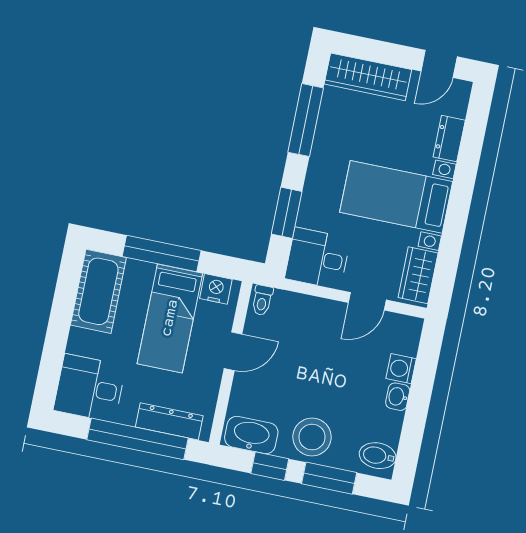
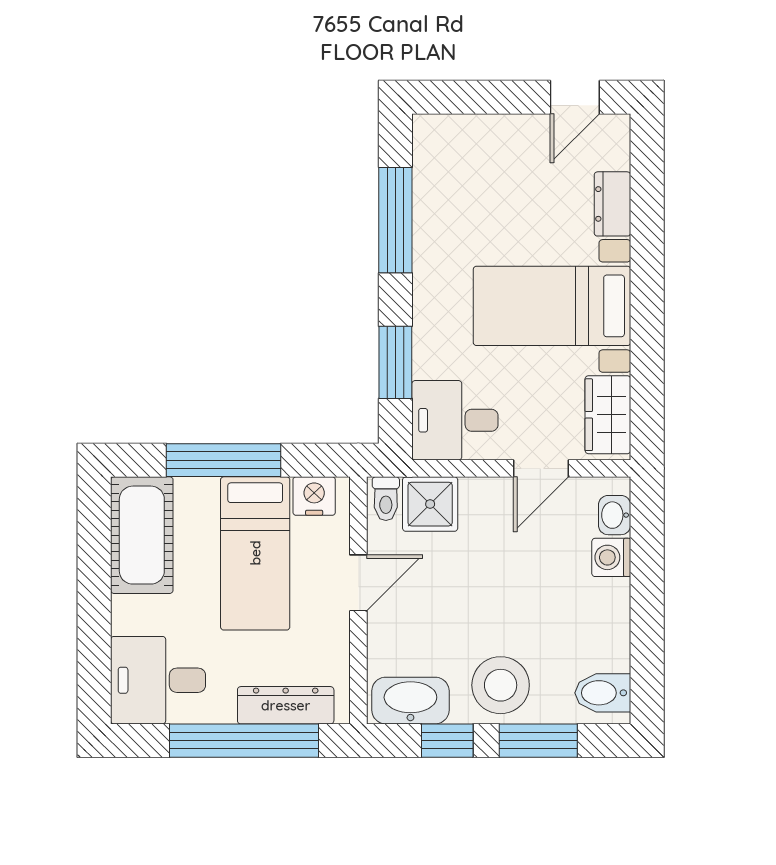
wardrobe: (368, 77) -> (474, 138), removed
shower: (290, 310) -> (430, 504), added
washbasin: (398, 397) -> (615, 515), moved

